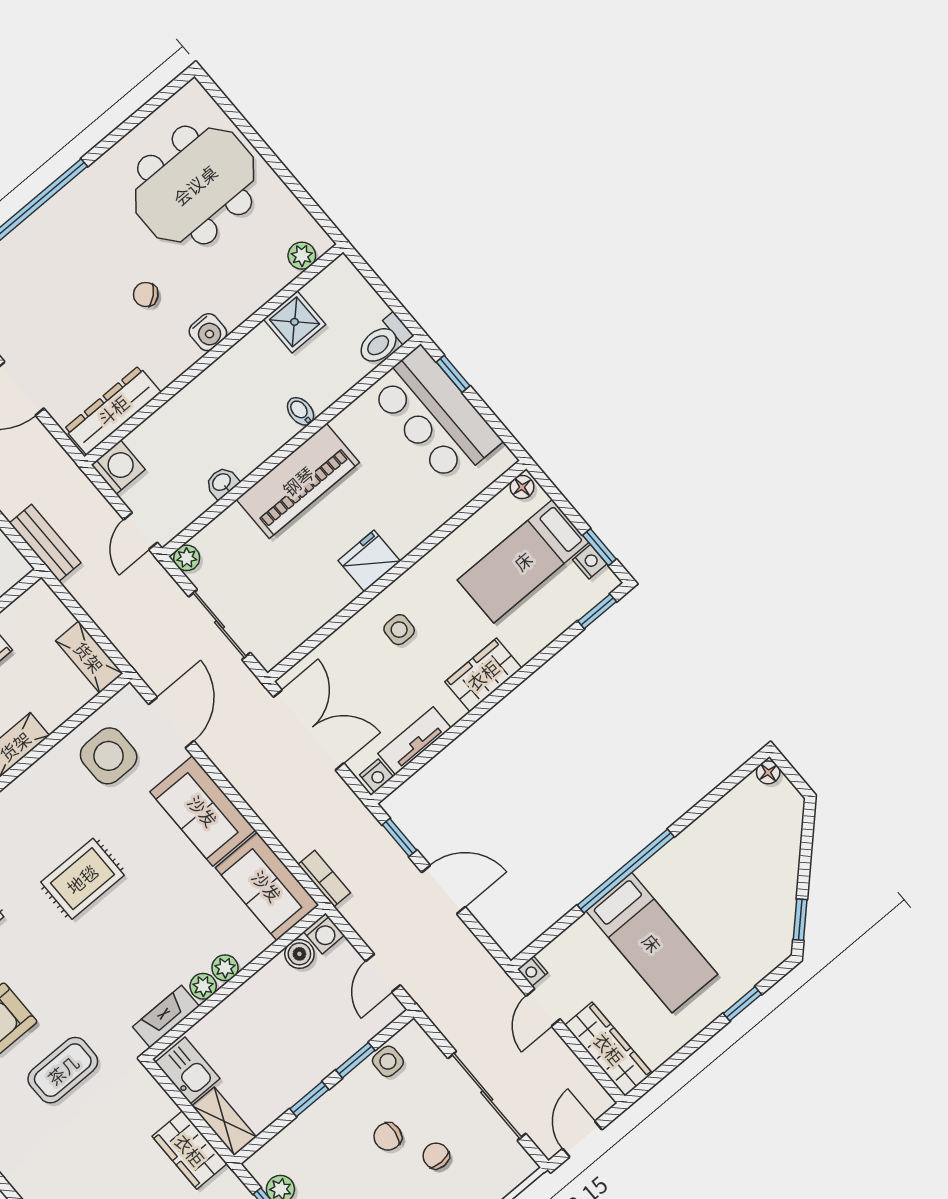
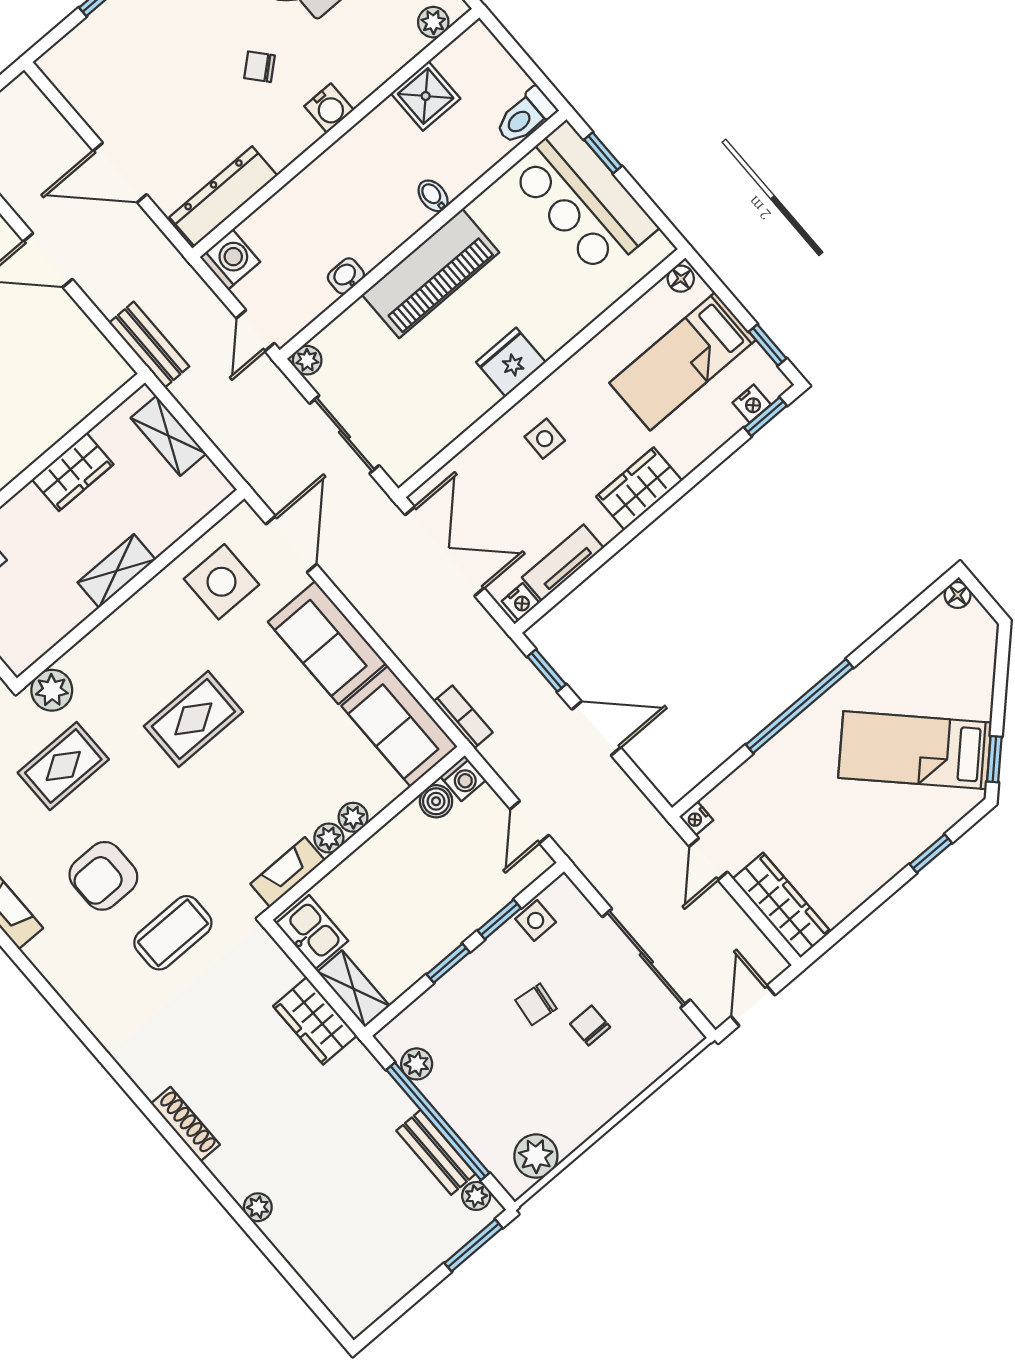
nightstand: (590, 562) -> (752, 404), moved, turned 90
shelving: (89, 657) -> (168, 436), moved
bed: (652, 943) -> (915, 750), moved, turned 135

